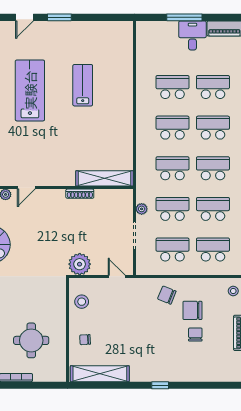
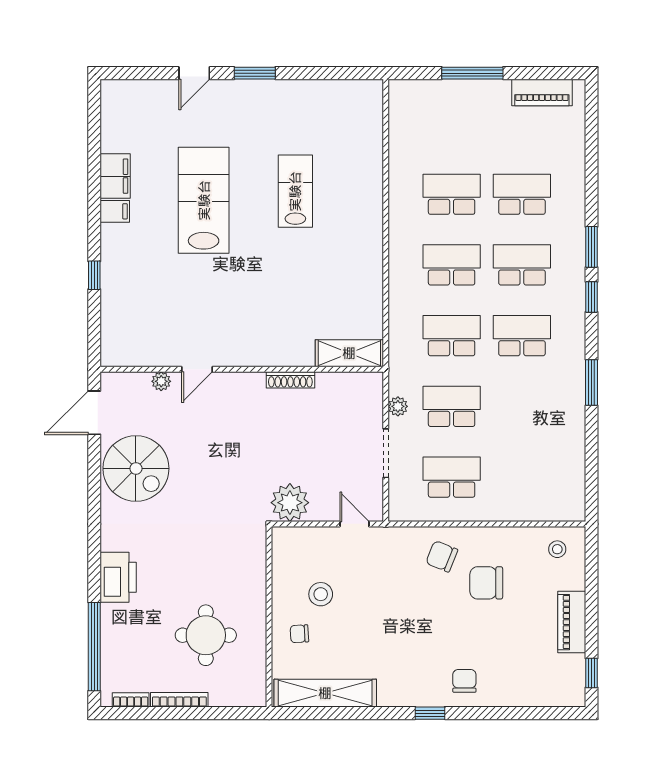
desk: (192, 35) -> (486, 105), removed
shelving: (105, 178) -> (349, 353), width x0.68
school desk: (213, 209) -> (522, 406), removed
school desk: (213, 250) -> (522, 477), removed
stool: (82, 302) -> (321, 594), moved
chair: (195, 334) -> (464, 681), moved

